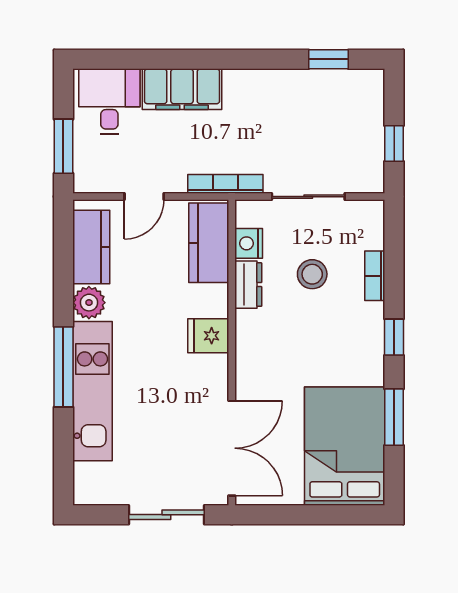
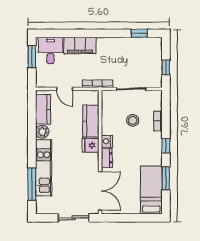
window: (63, 146) -> (32, 57), moved
door: (144, 197) -> (65, 89), hinge flipped
kitchen counter: (209, 243) -> (91, 121), moved
nightstand: (249, 243) -> (107, 141), moved
dresser: (248, 285) -> (107, 158), moved
window: (63, 367) -> (32, 184), moved
bed: (345, 446) -> (151, 190), width x0.67

